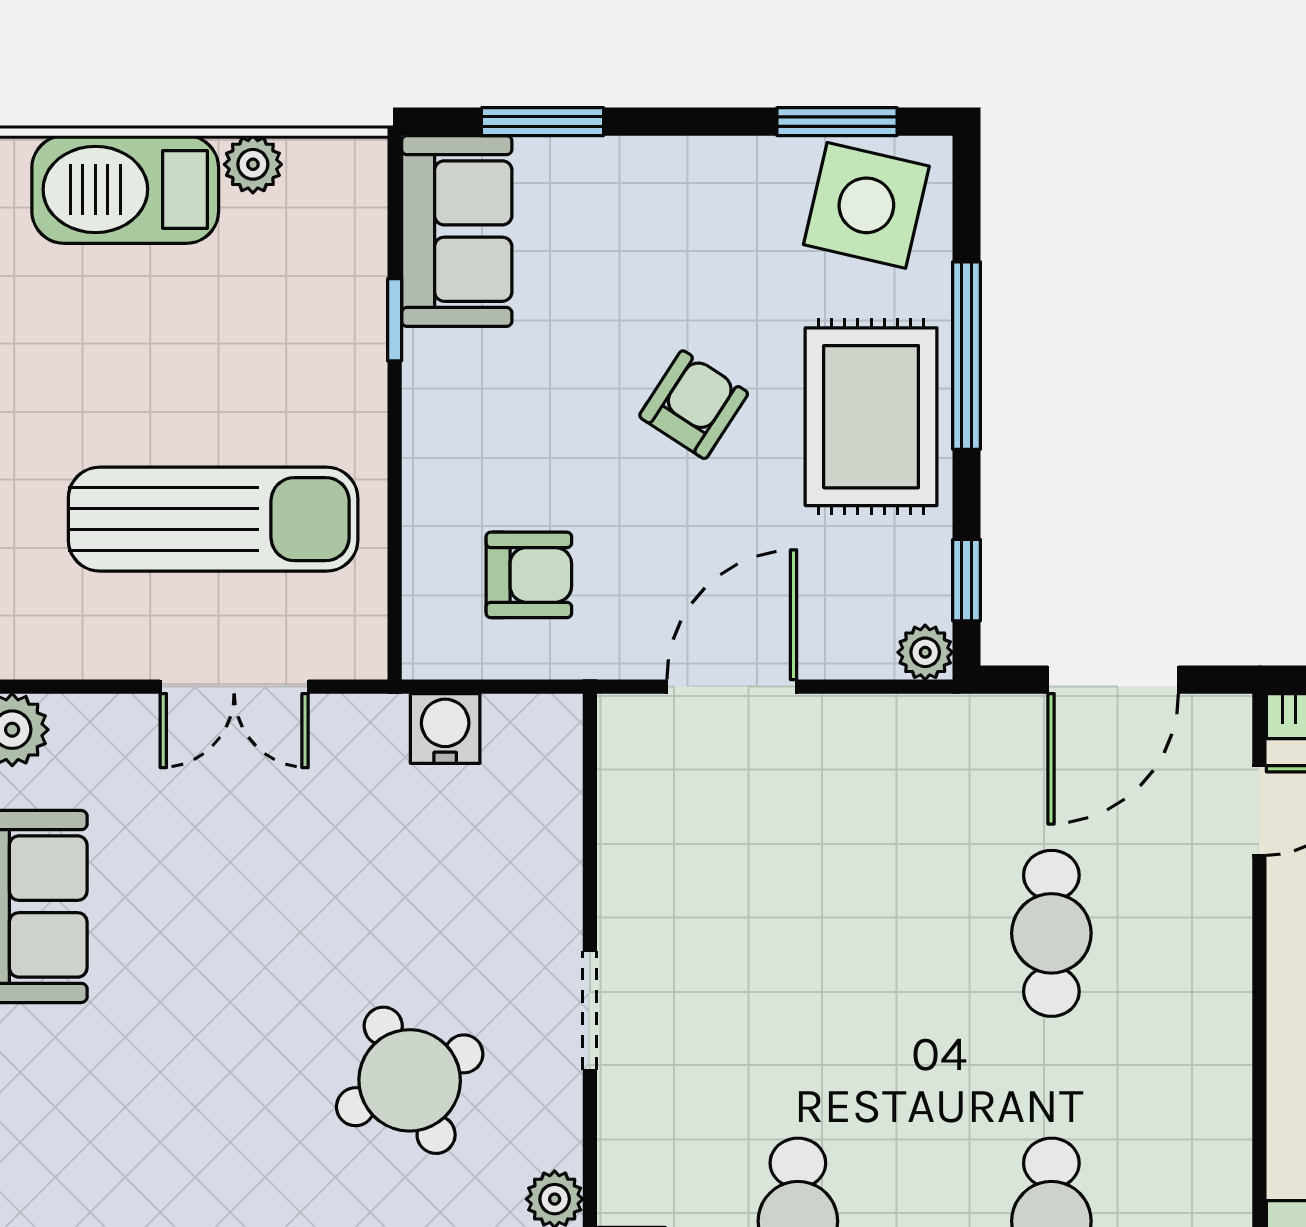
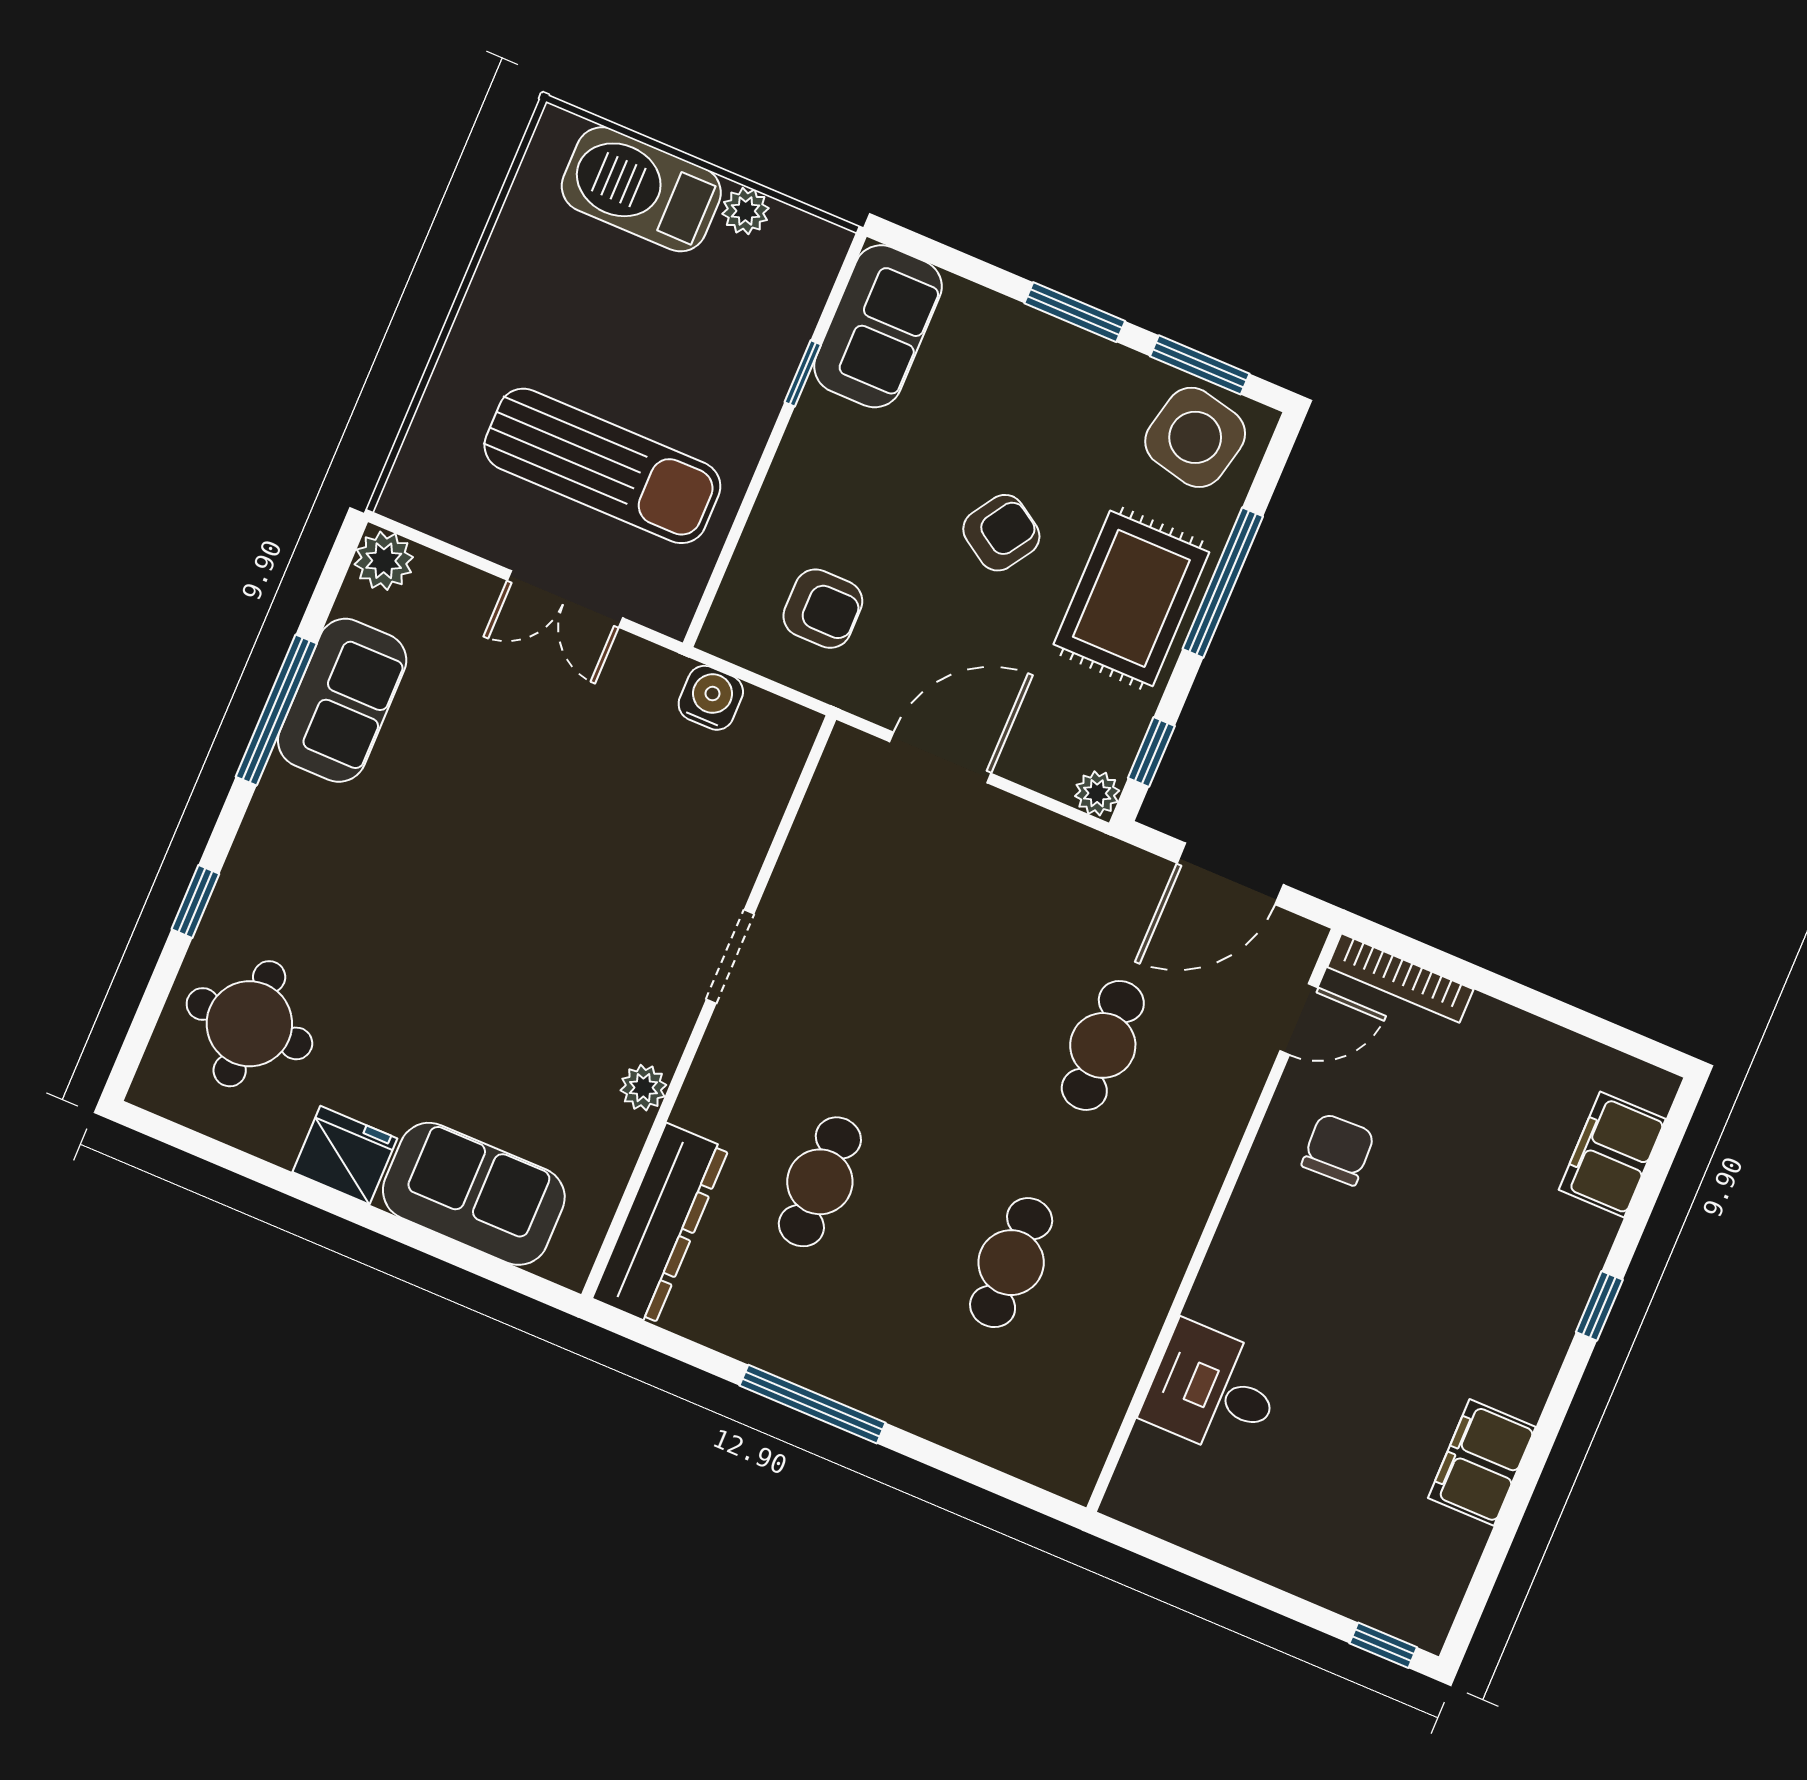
window: (543, 122) -> (1075, 312), moved
round table: (410, 1080) -> (572, 952), removed

